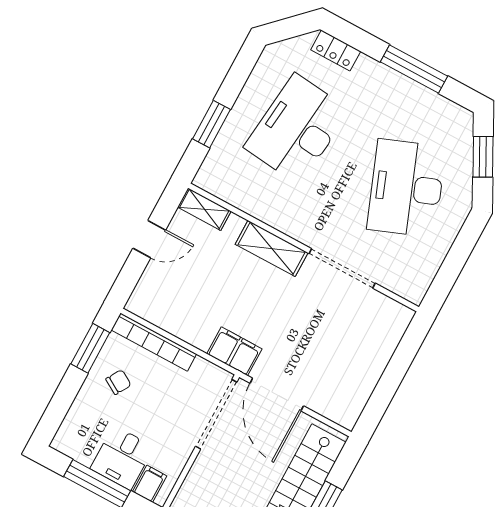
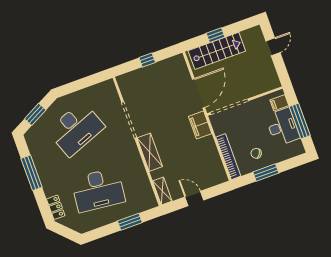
window: (90, 348) -> (266, 173), moved
window: (392, 377) -> (147, 60), added
desk: (122, 458) -> (283, 127), width x1.37

